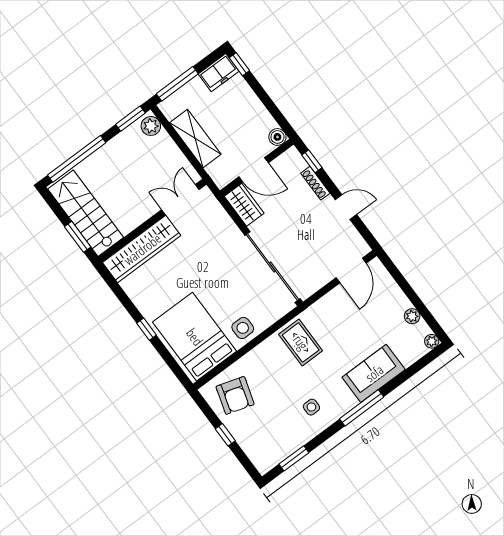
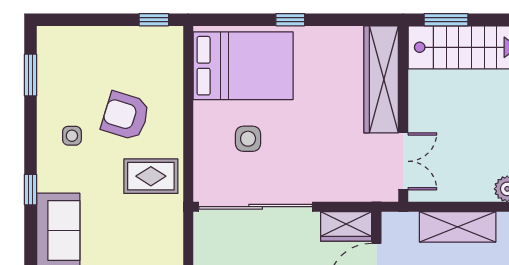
side table: (243, 328) -> (248, 139), moved
armchair: (235, 395) -> (125, 116), moved
window: (362, 408) -> (30, 190), width x0.46
window: (225, 435) -> (154, 20), moved

